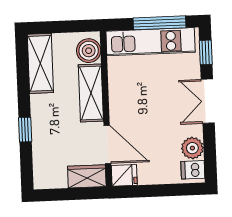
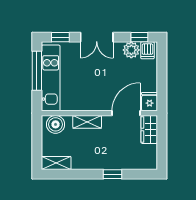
shelving: (40, 63) -> (56, 163), width x0.67, depth x0.75
shelving: (91, 93) -> (87, 122), width x0.67, depth x0.75
window: (210, 158) -> (139, 37), added

